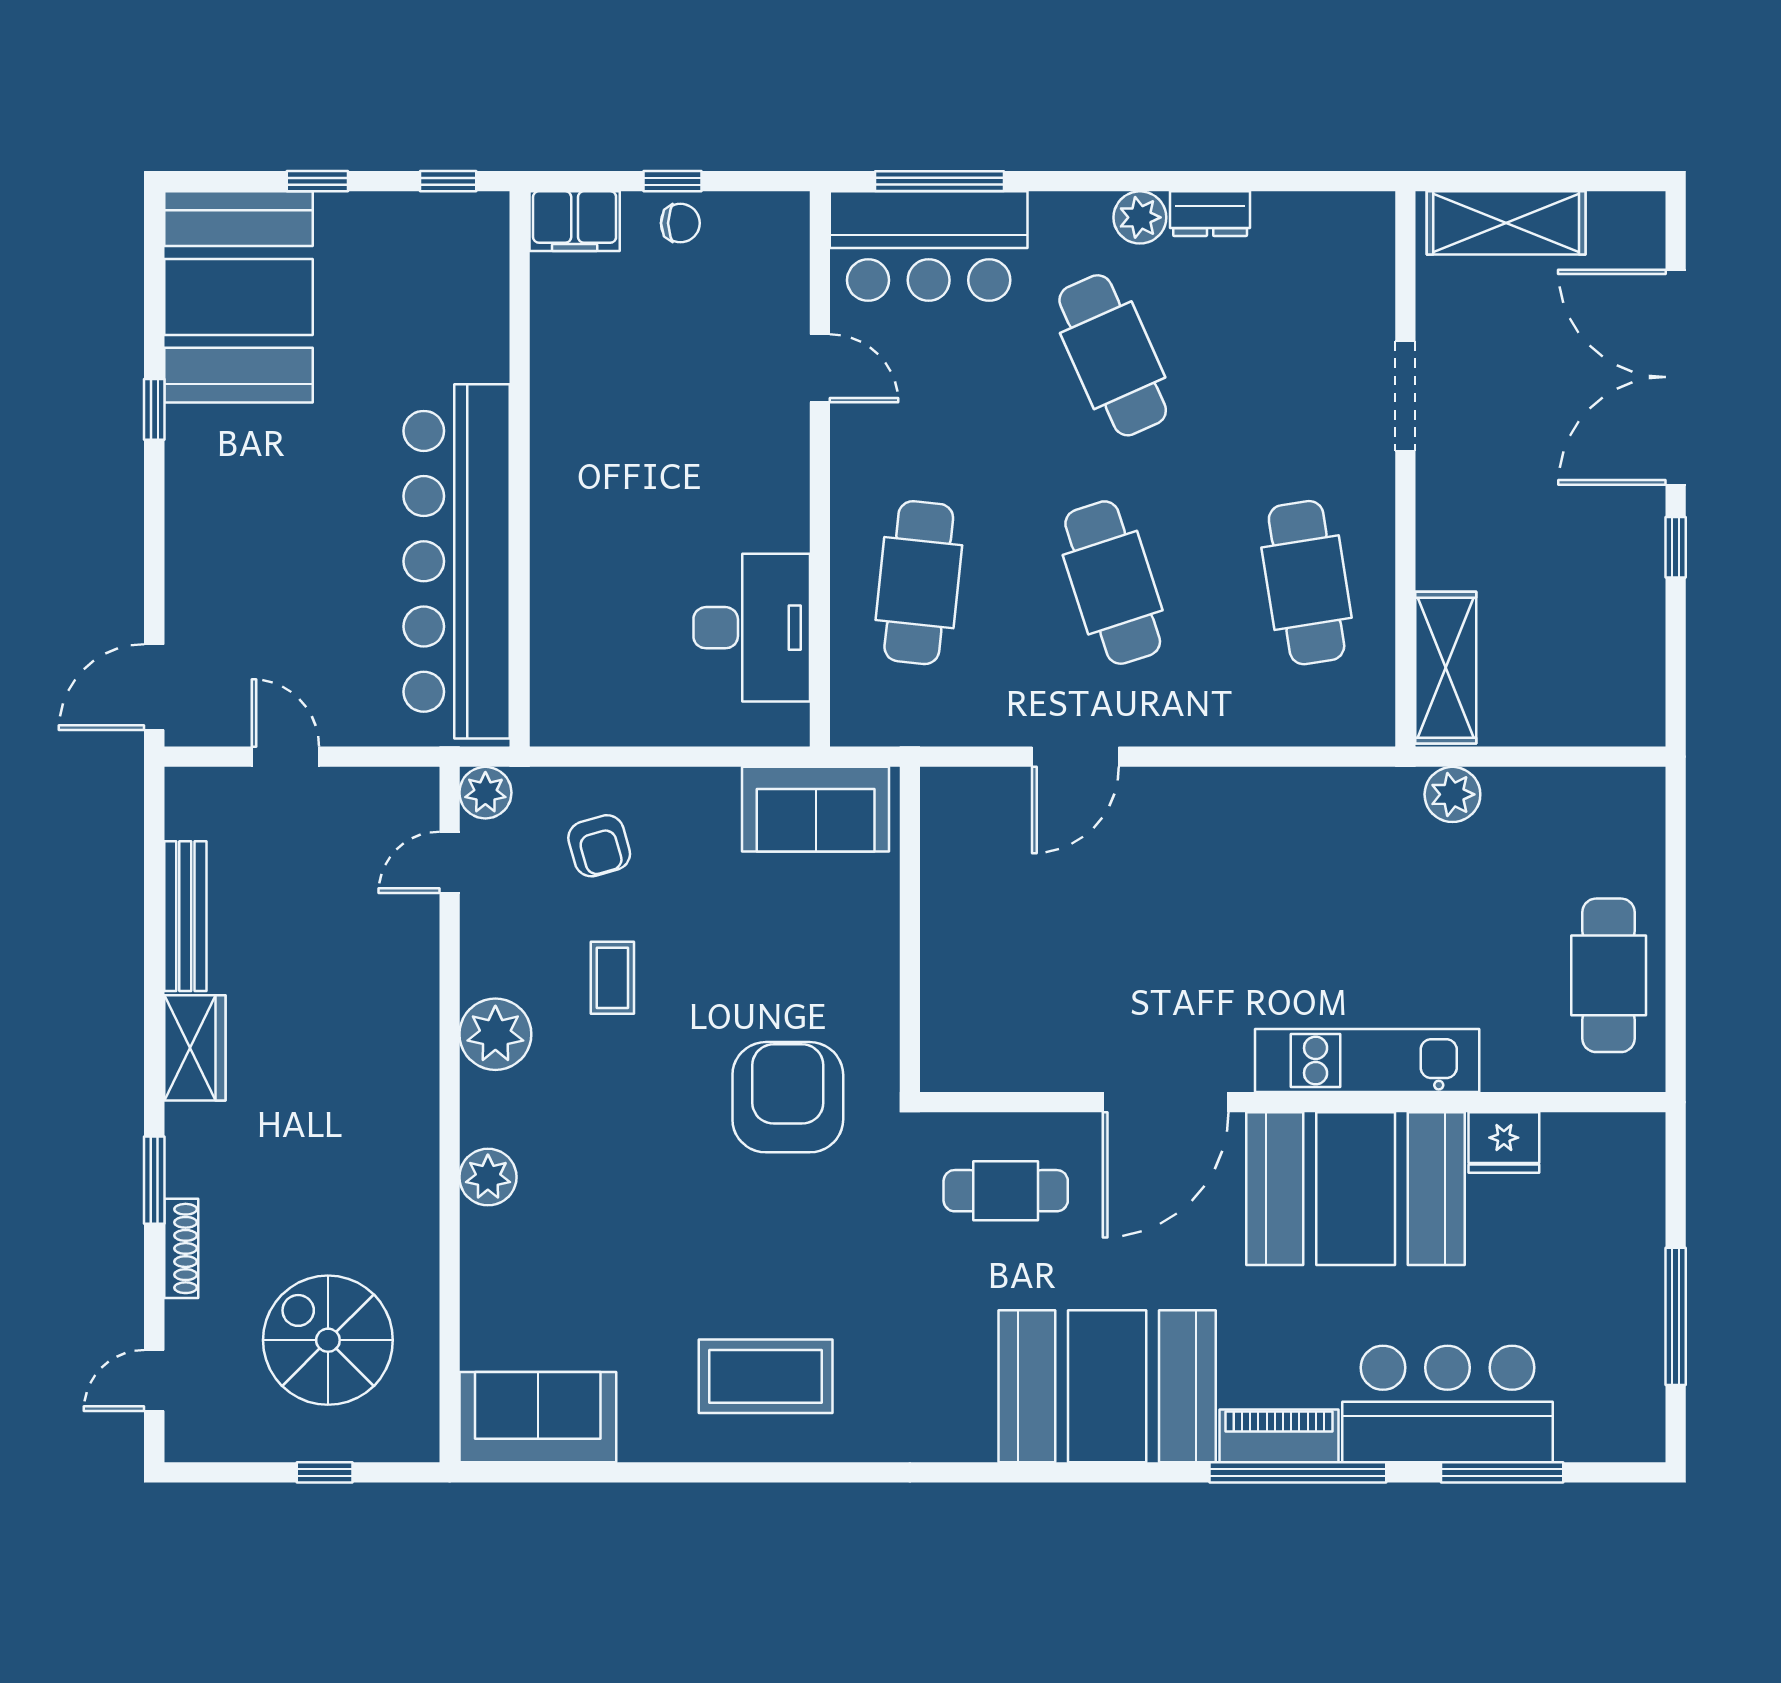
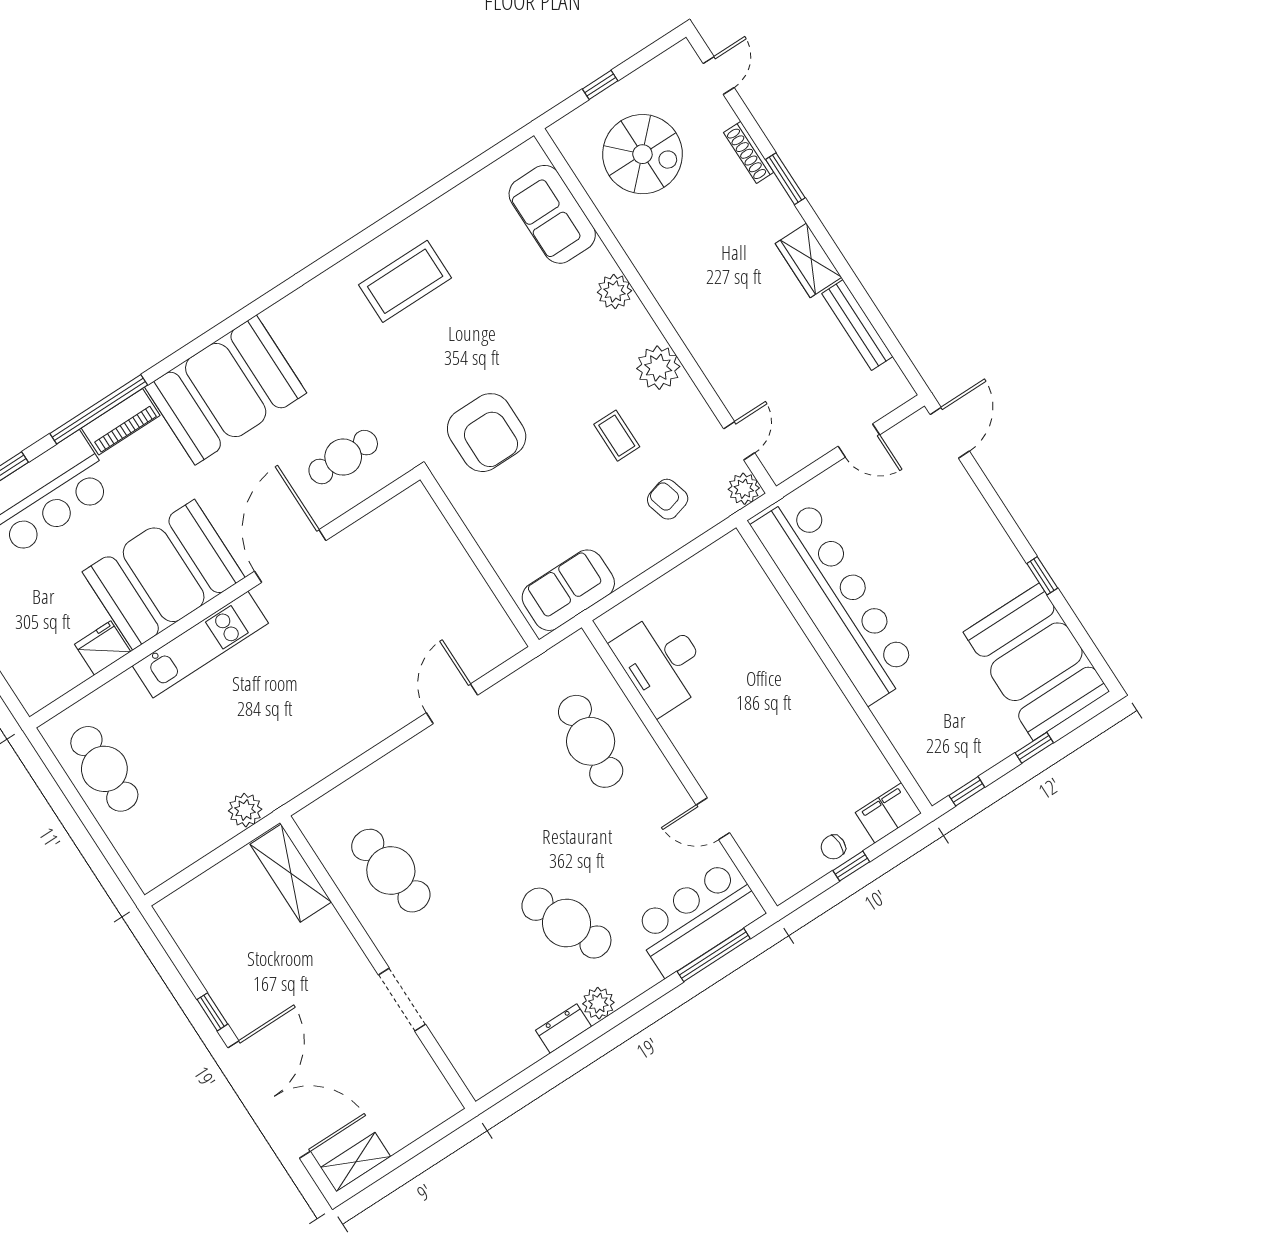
shelving: (1506, 223) -> (356, 1162), moved, width x0.67, depth x0.75
cafe table: (1113, 583) -> (491, 806), removed
sofa: (538, 1417) -> (552, 214), moved, turned 90

